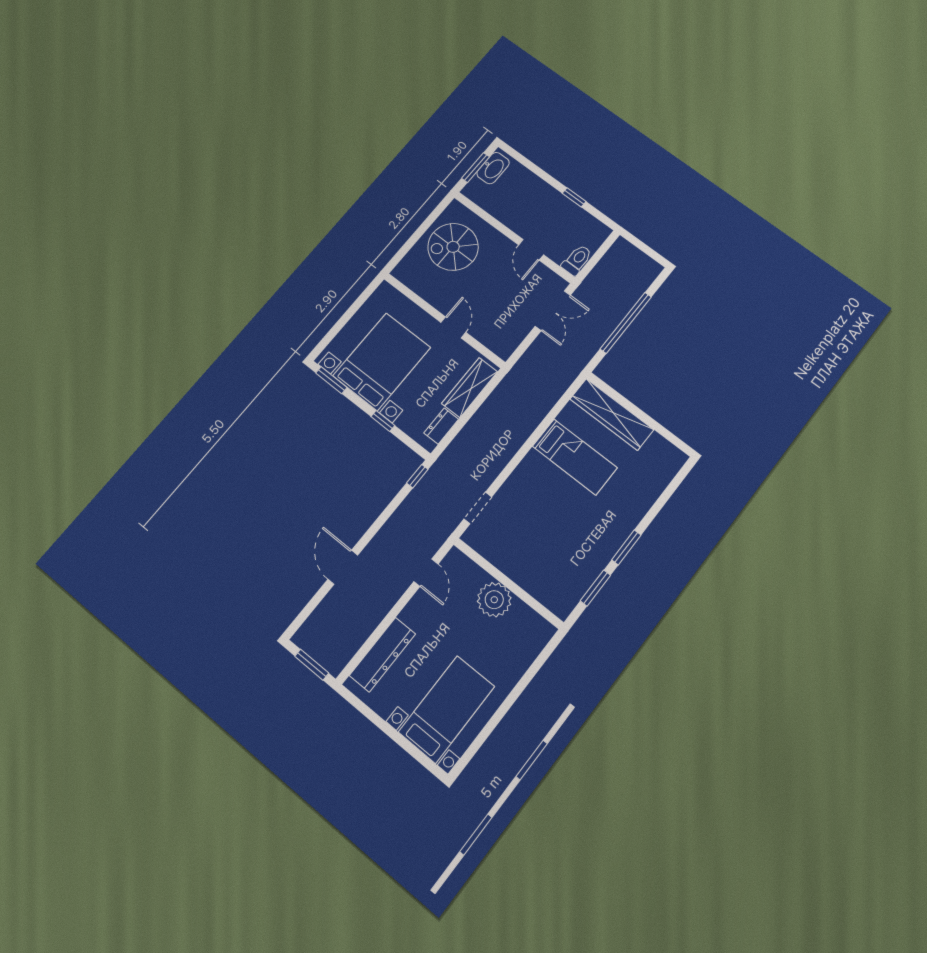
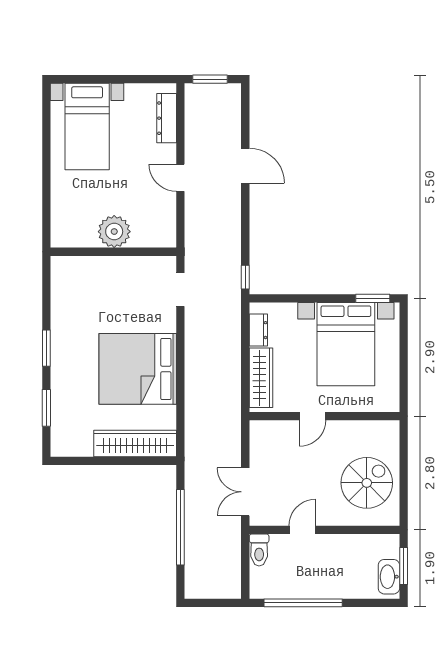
window: (574, 197) -> (303, 603), width x3.17
door: (531, 250) -> (302, 530), hinge flipped
door: (453, 327) -> (312, 416), hinge flipped
window: (383, 421) -> (306, 298), removed
bed: (575, 457) -> (138, 369), width x2.04
door: (426, 573) -> (180, 178), moved
window: (595, 588) -> (46, 408), moved
dresser: (383, 655) -> (167, 118), width x0.73, depth x0.80

